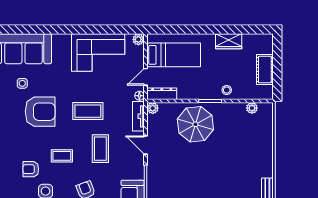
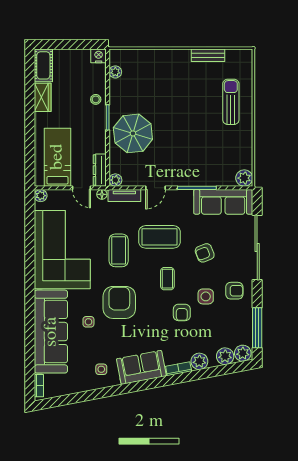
corner sofa: (98, 53) -> (62, 250), width x1.36, depth x1.36
cot: (265, 69) -> (43, 65), moved, turned 90
nightstand: (267, 93) -> (99, 56), added
coffee table: (100, 149) -> (159, 237), width x1.36, depth x1.32

